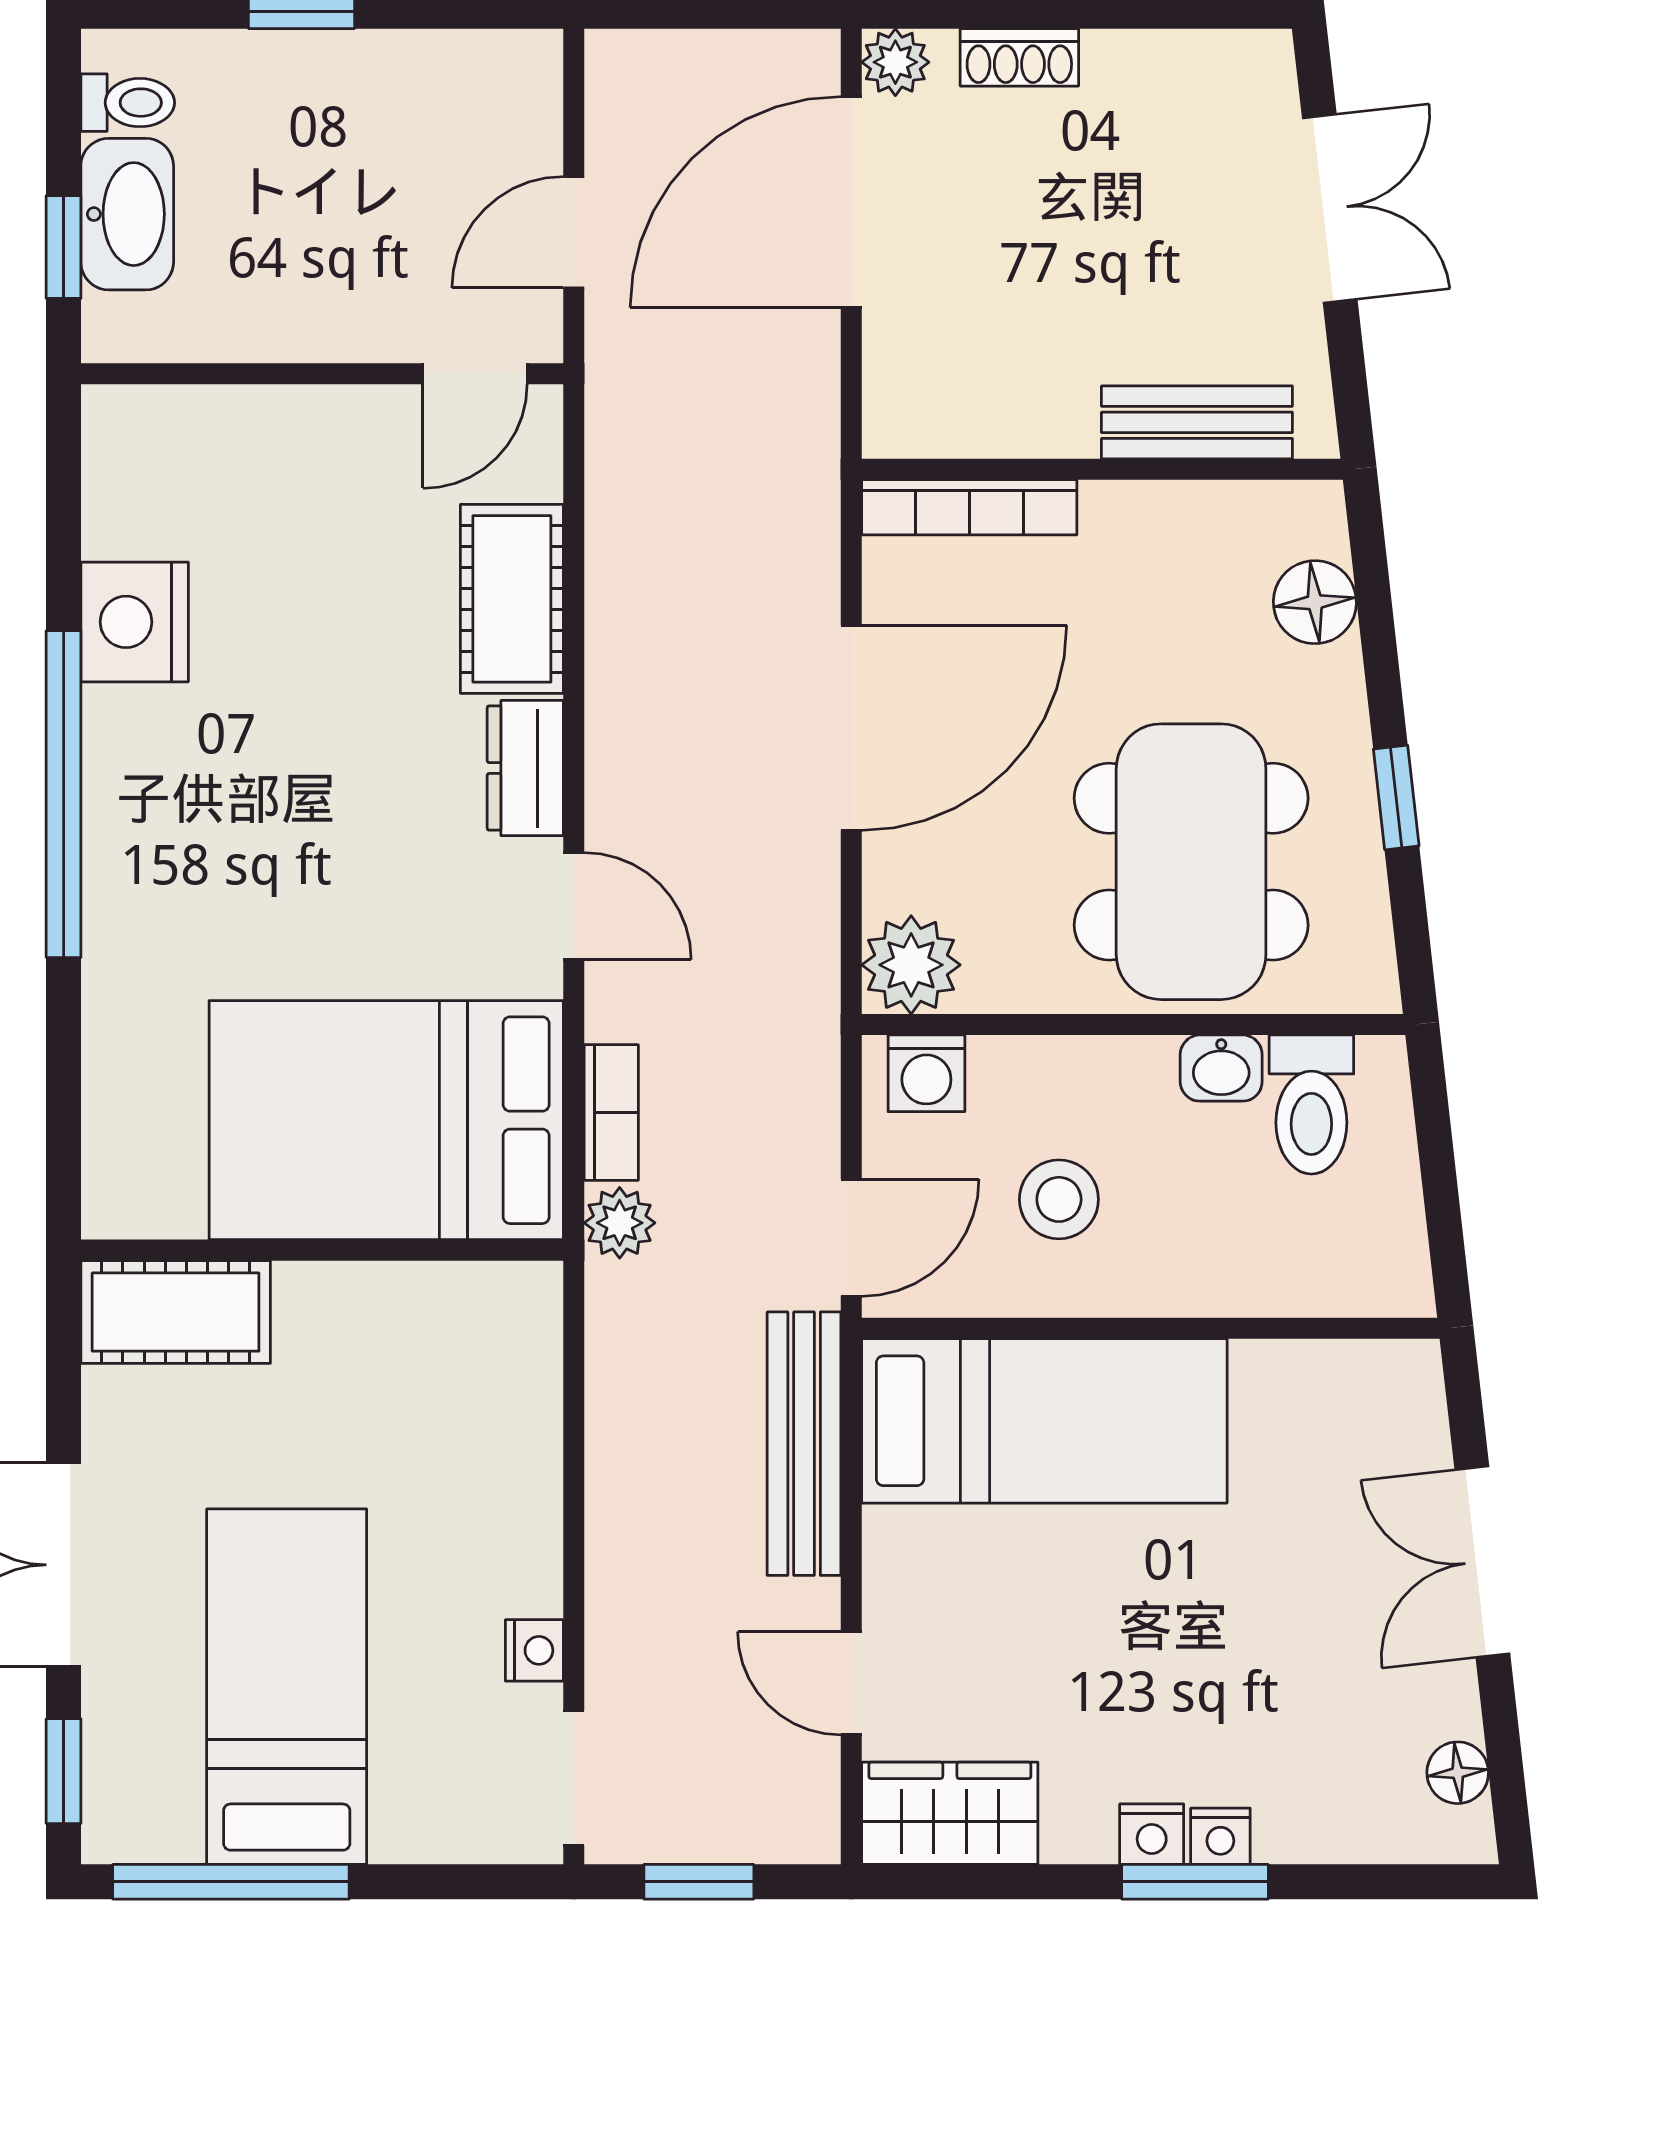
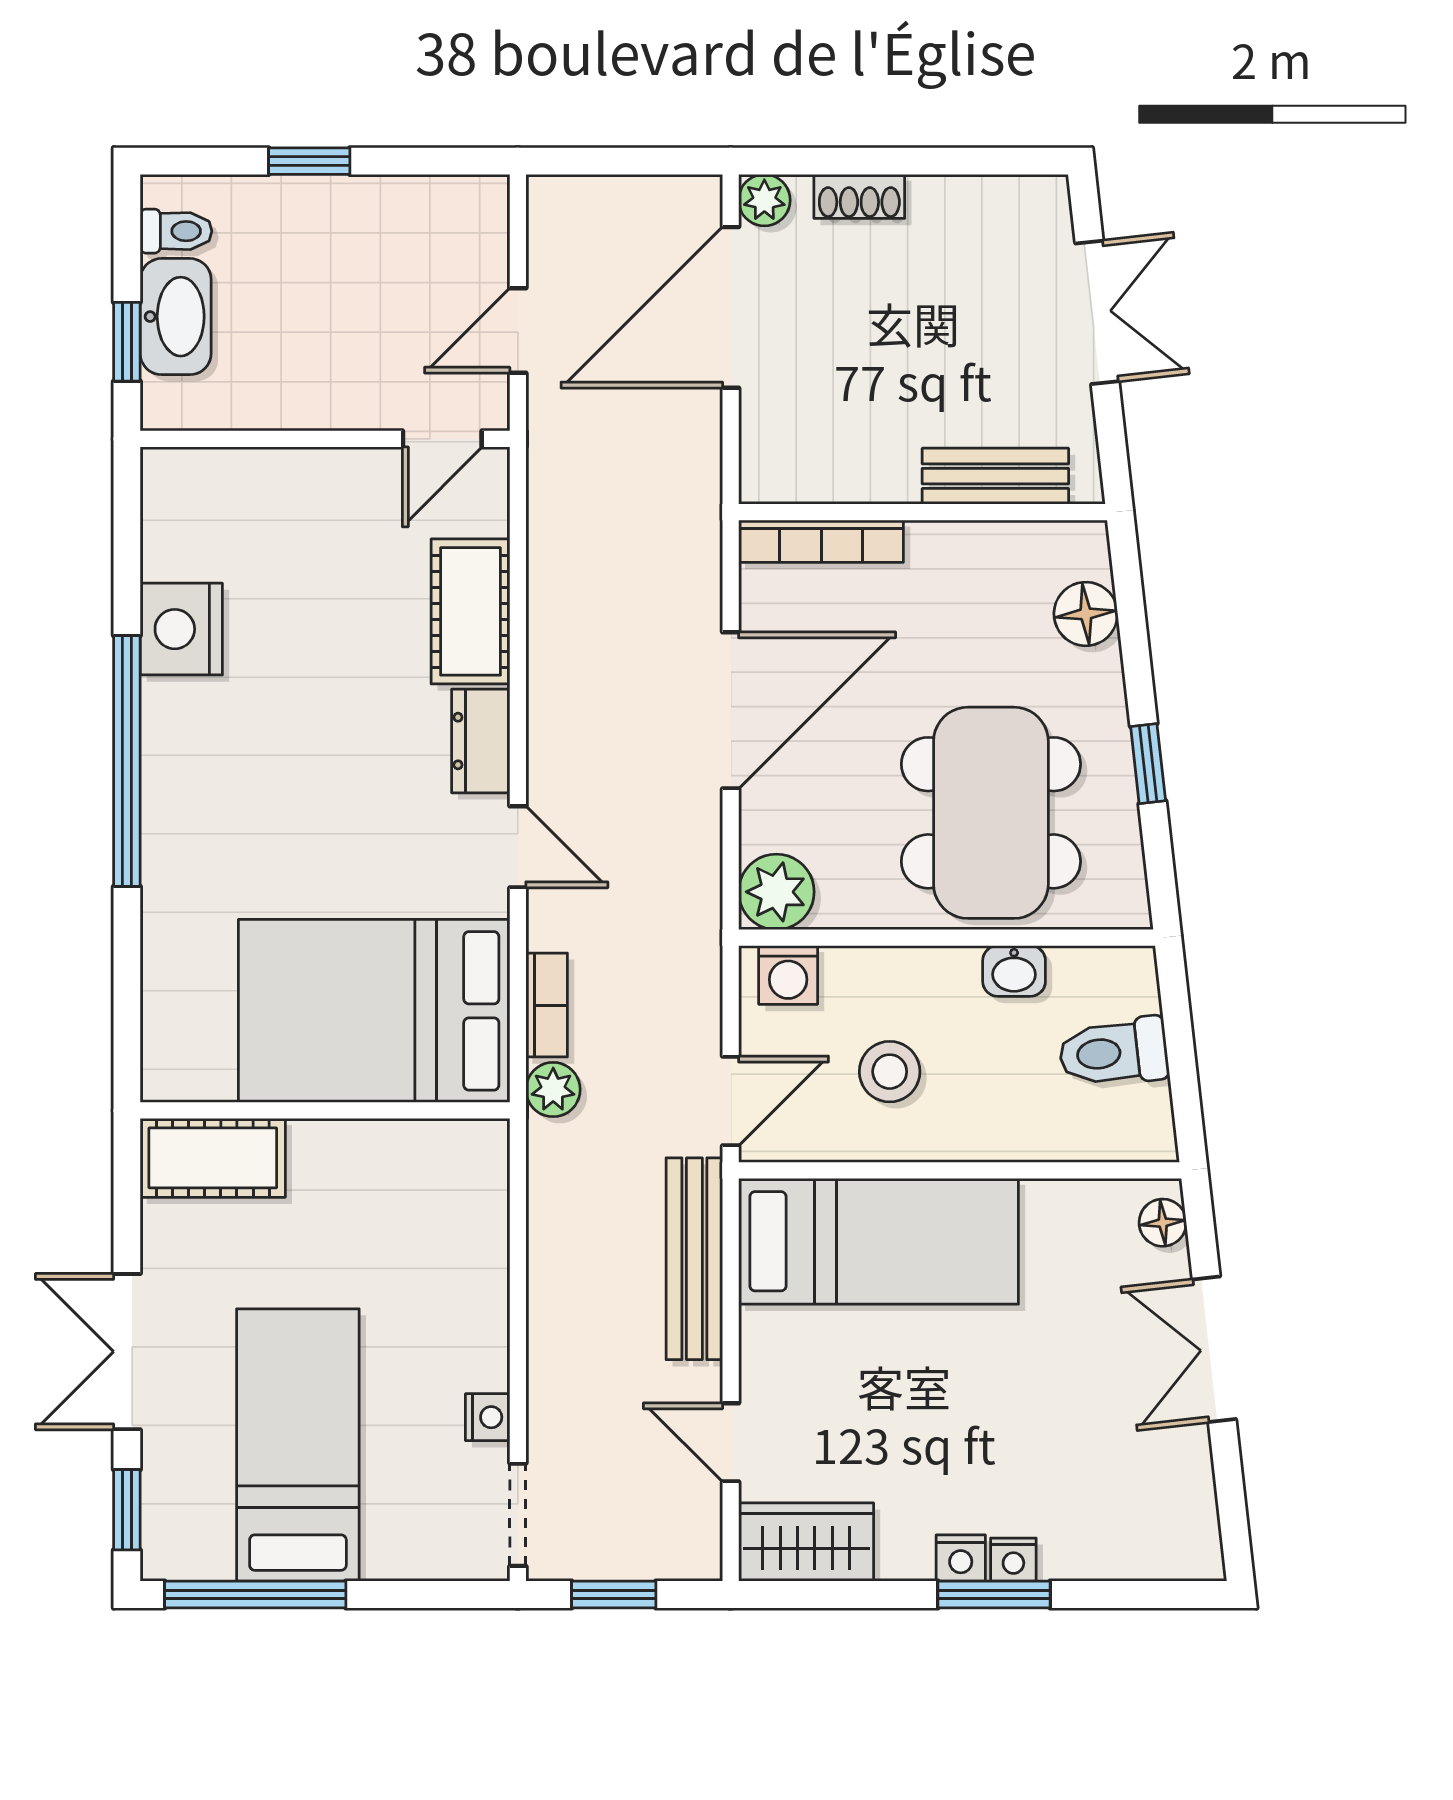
toilet: (1311, 1104) -> (1114, 1052), moved, turned 84
floor lamp: (1458, 1773) -> (1163, 1223), moved

